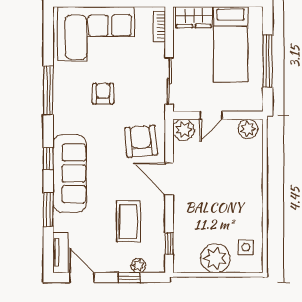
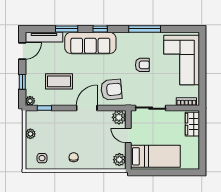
bed: (231, 44) -> (155, 156), moved, turned 180
window: (268, 61) -> (164, 172), removed
chair: (244, 199) -> (74, 157), added
tv unit: (61, 253) -> (44, 37), width x1.41
plant: (215, 258) -> (30, 134), width x0.53, depth x0.53
plant: (138, 266) -> (30, 101), moved

